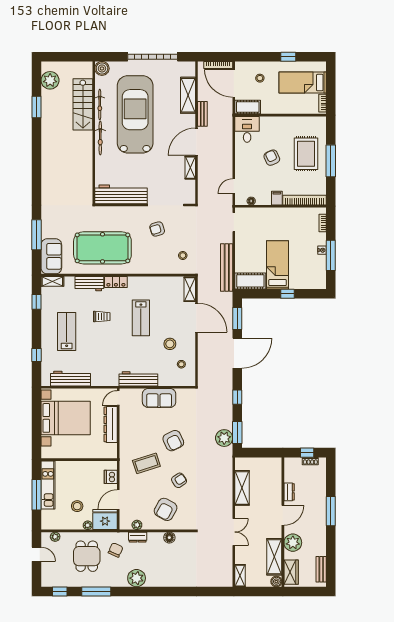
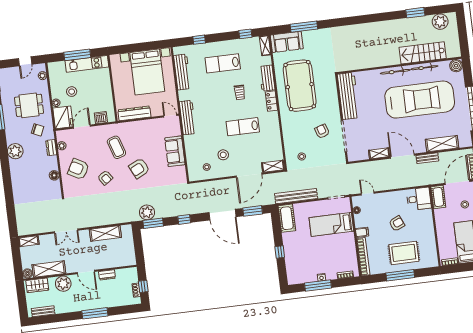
bed: (278, 265) -> (331, 224), moved, turned 180
lab bench: (67, 332) -> (223, 63), turned 180
workbench: (138, 379) -> (188, 118), moved
dresser: (111, 424) -> (134, 113), moved
door: (118, 499) -> (82, 127), hinge flipped

